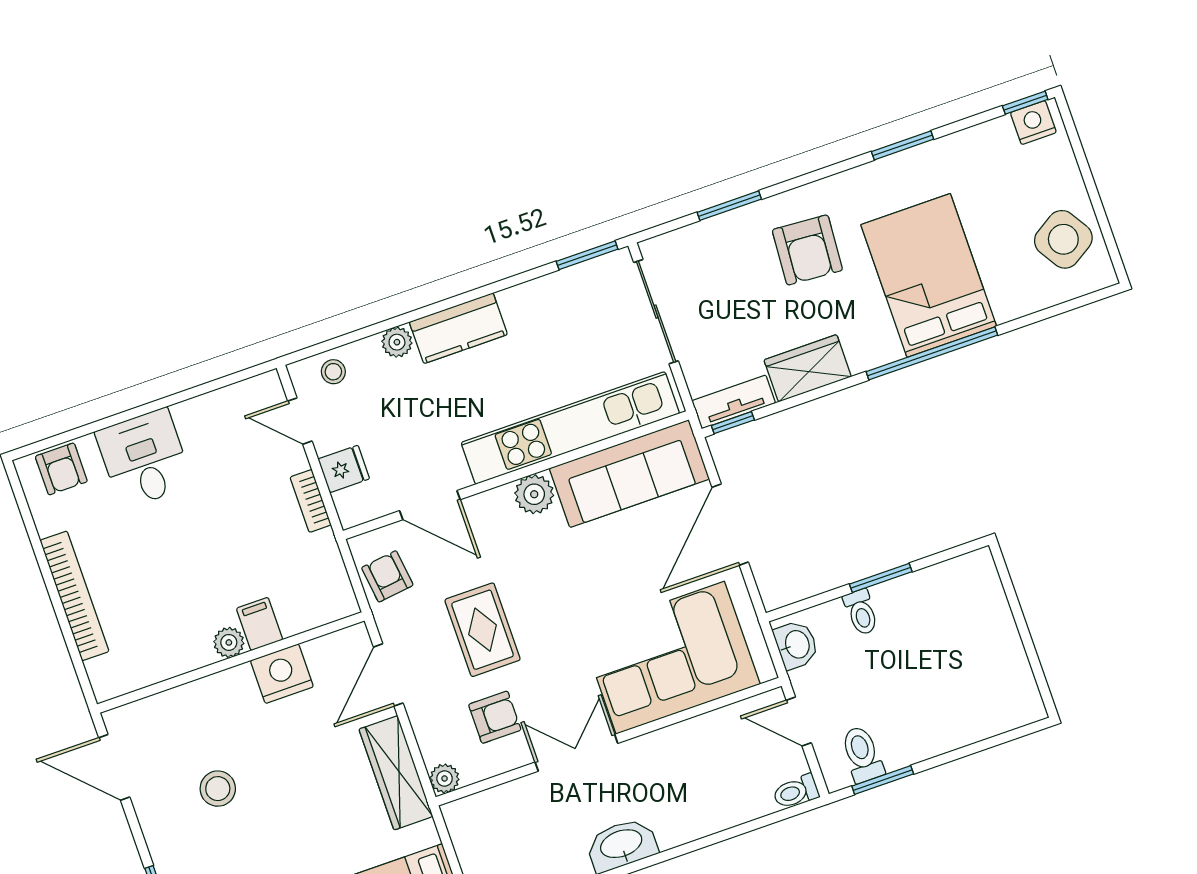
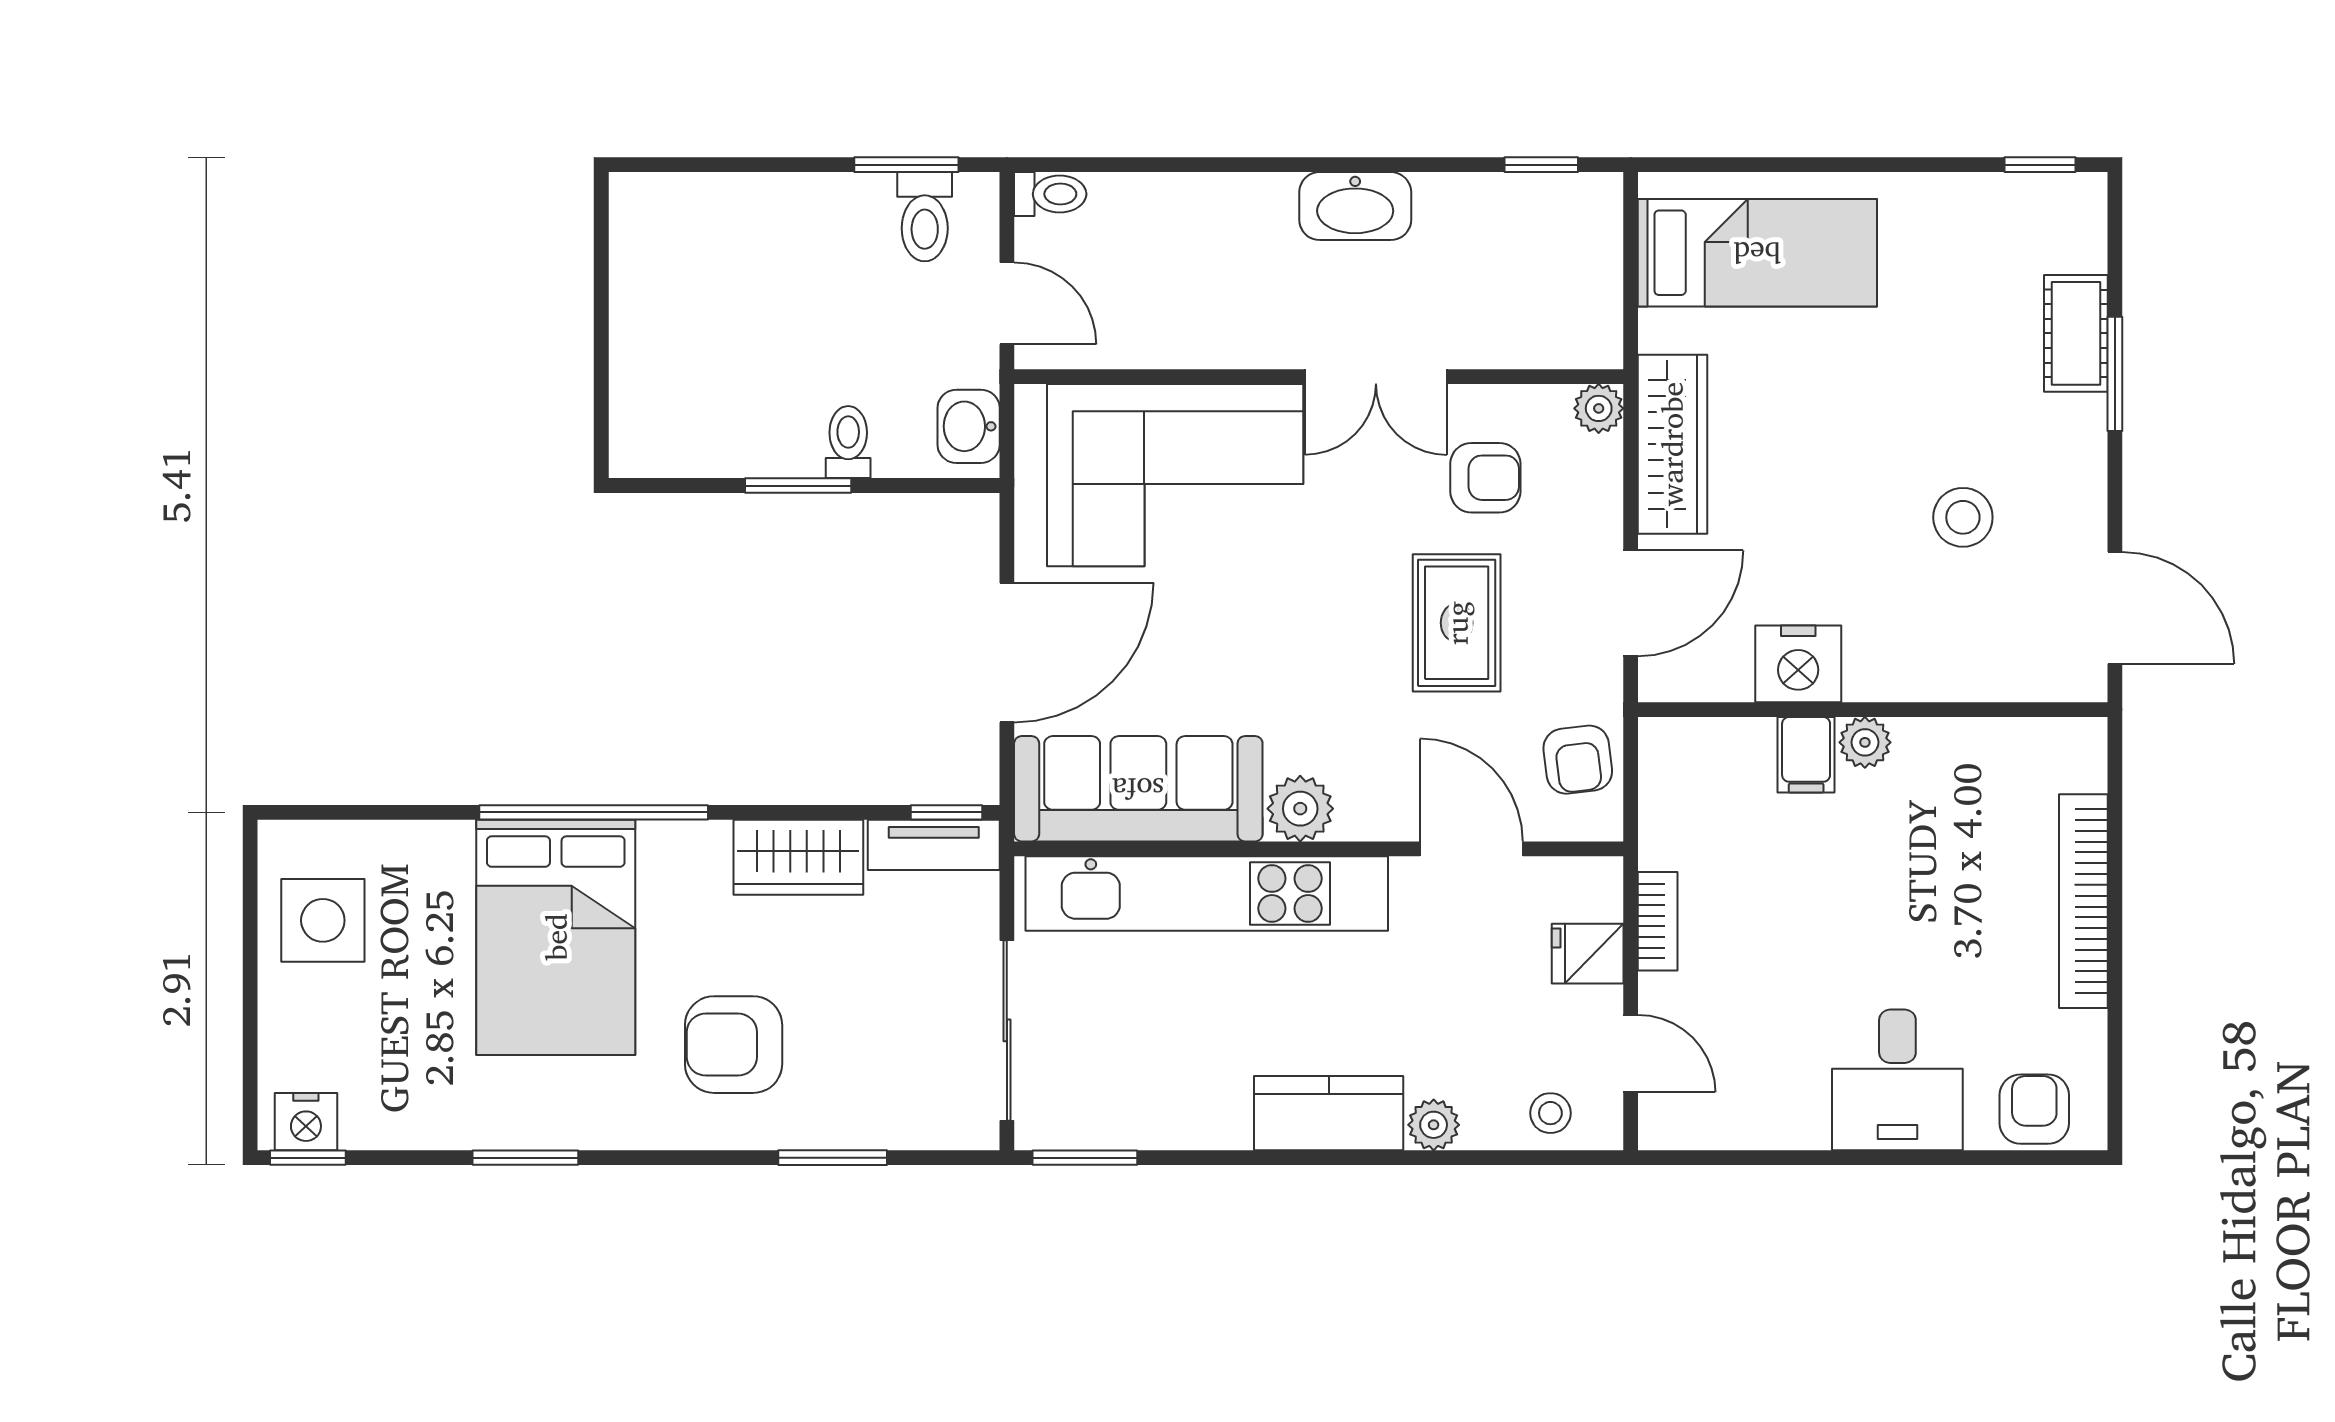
side table: (1063, 239) -> (323, 920), turned 32
armchair: (807, 250) -> (734, 1045), turned -94
armchair: (495, 717) -> (1485, 478), turned 180

